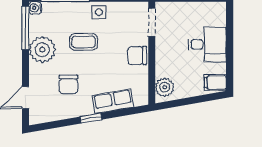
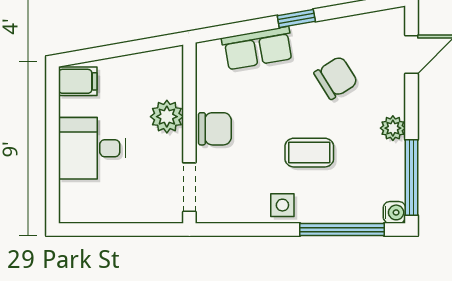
plant: (42, 50) -> (393, 128), width x0.53, depth x0.53
chair: (68, 85) -> (336, 78), turned 58
plant: (165, 87) -> (167, 117), moved

